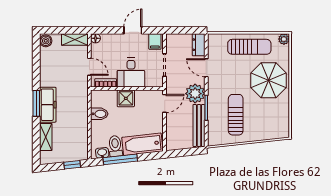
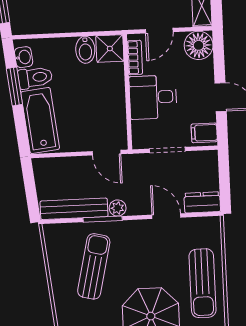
floor lamp: (95, 38) -> (199, 45), width x1.89, depth x1.89
door: (206, 68) -> (166, 216), hinge flipped
plant: (195, 94) -> (118, 208), width x0.53, depth x0.53
shower: (126, 98) -> (110, 49), moved
sun lounger: (236, 115) -> (94, 266), turned -77
window: (120, 159) -> (14, 86), width x0.69

